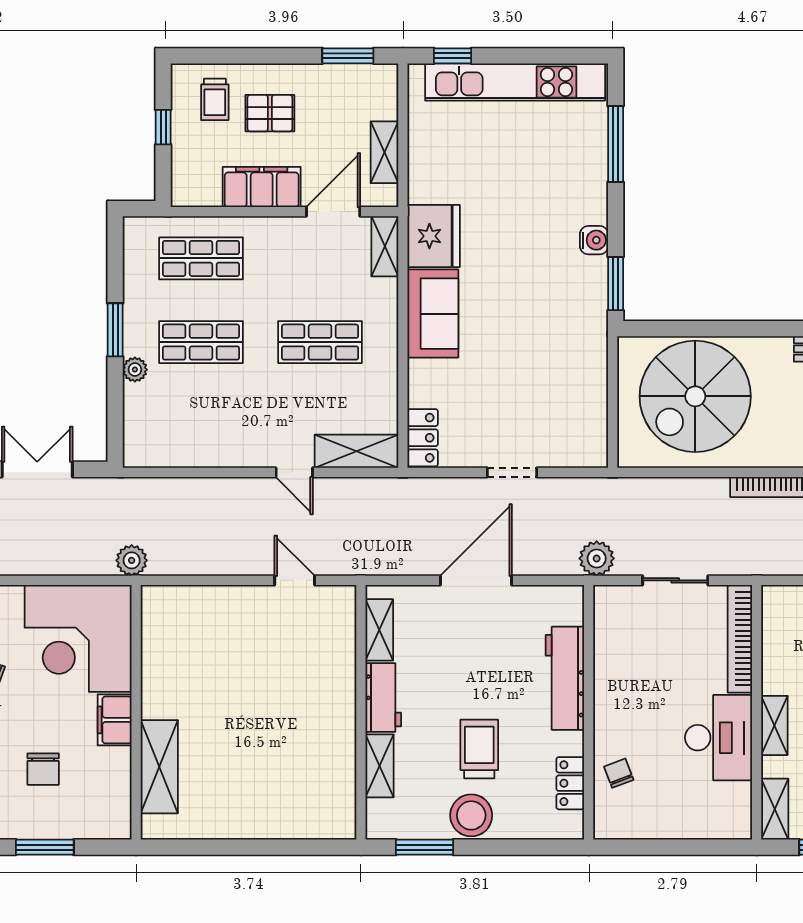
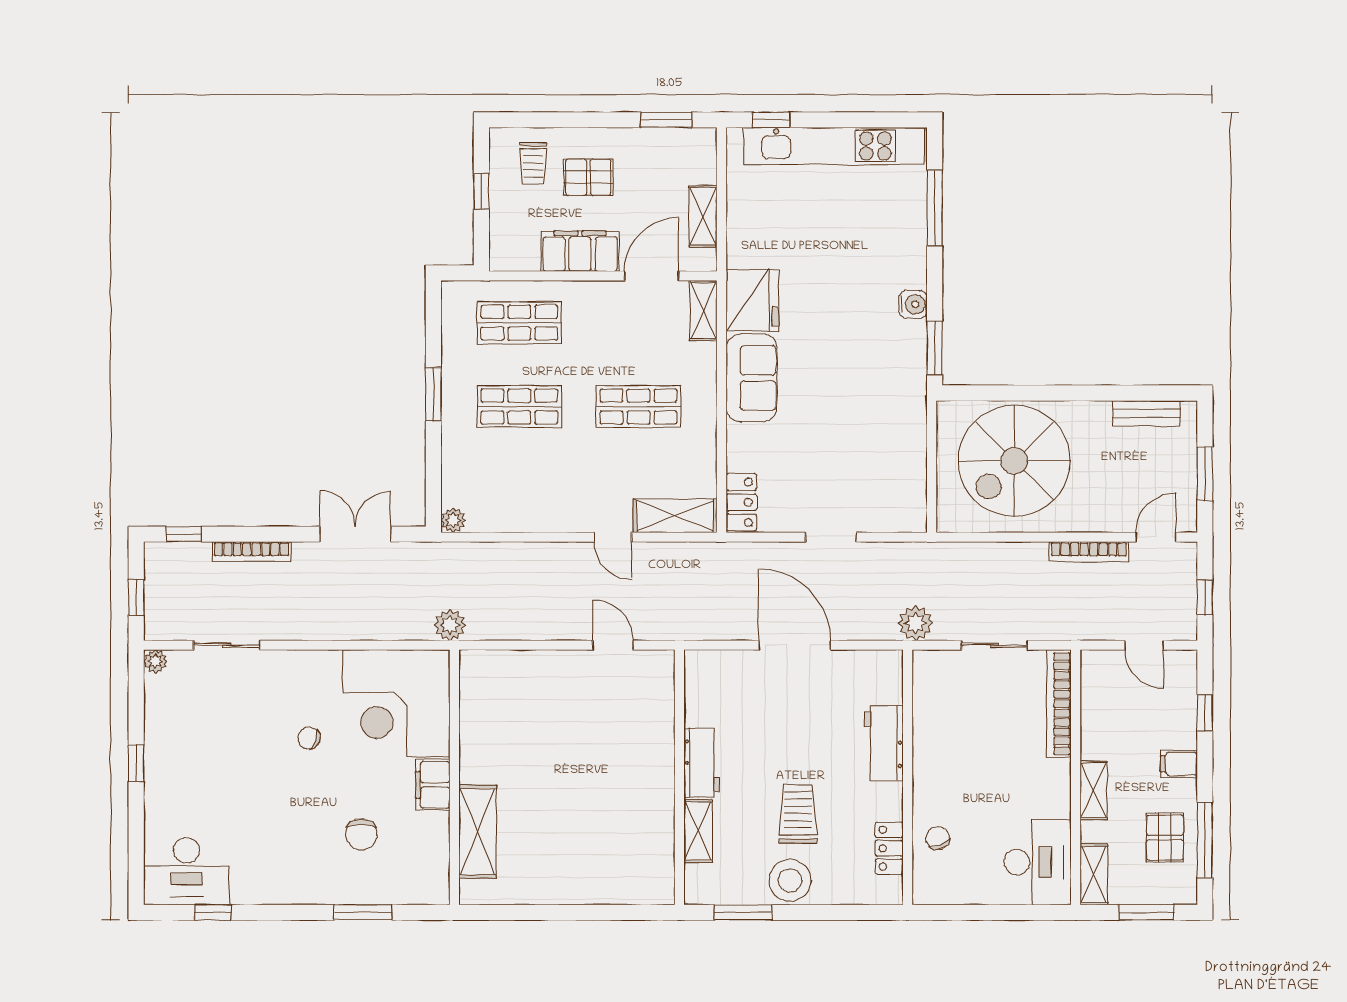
plant: (135, 370) -> (453, 520), moved
door: (476, 580) -> (795, 645), hinge flipped
shelving: (379, 630) -> (698, 695), removed
workbench: (565, 678) -> (884, 743), width x0.73
desk: (719, 738) -> (1038, 862), moved

